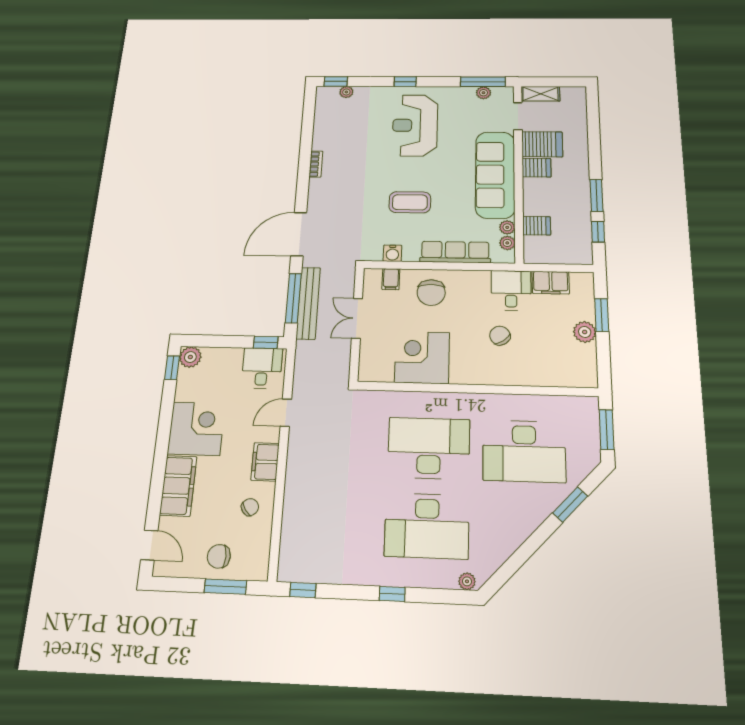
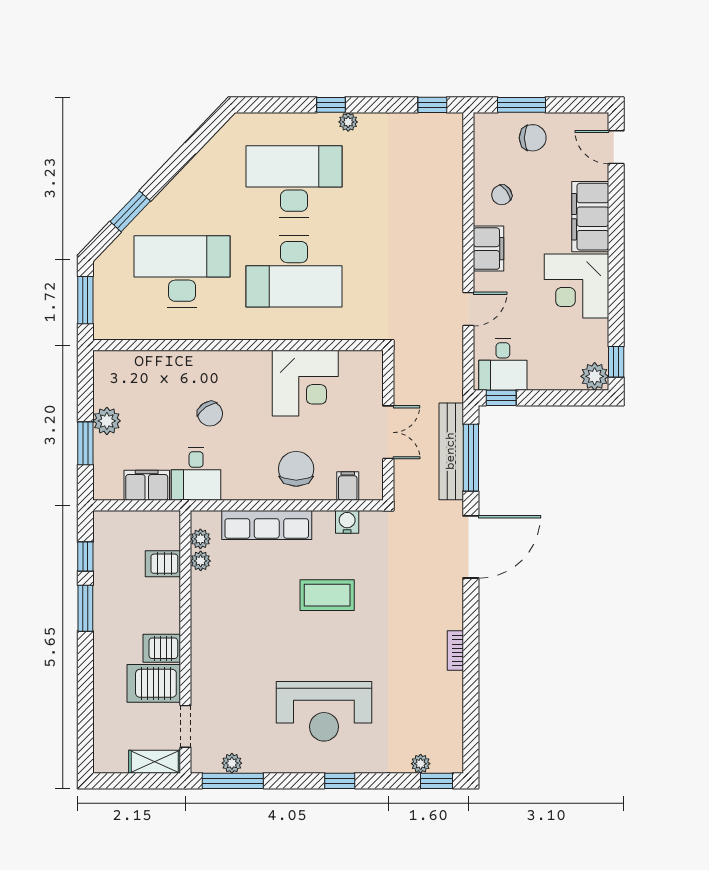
reception desk: (415, 125) -> (324, 711), turned 90
sofa: (495, 175) -> (216, 637), removed
plant: (467, 581) -> (348, 122), moved

